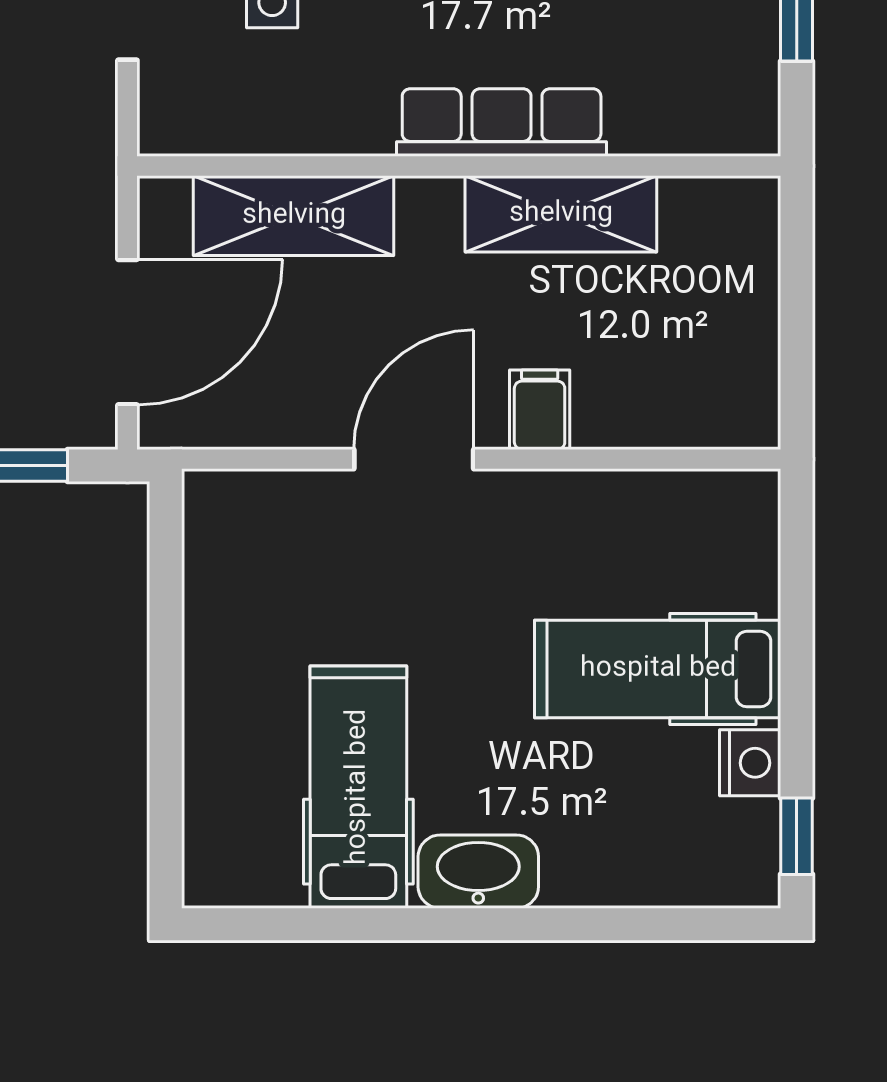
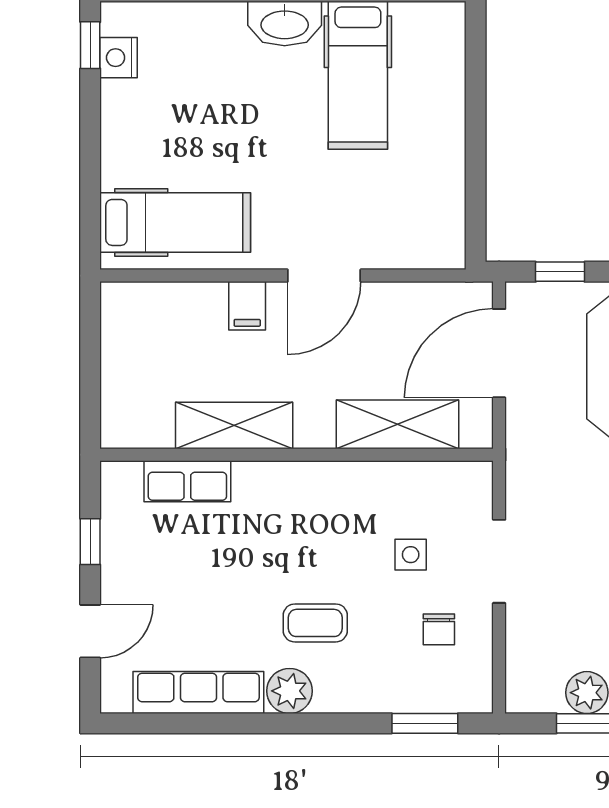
row of seats: (502, 123) -> (187, 481), moved, width x0.68
hospital bed: (658, 669) -> (175, 222), moved
nightstand: (750, 763) -> (119, 58), moved

